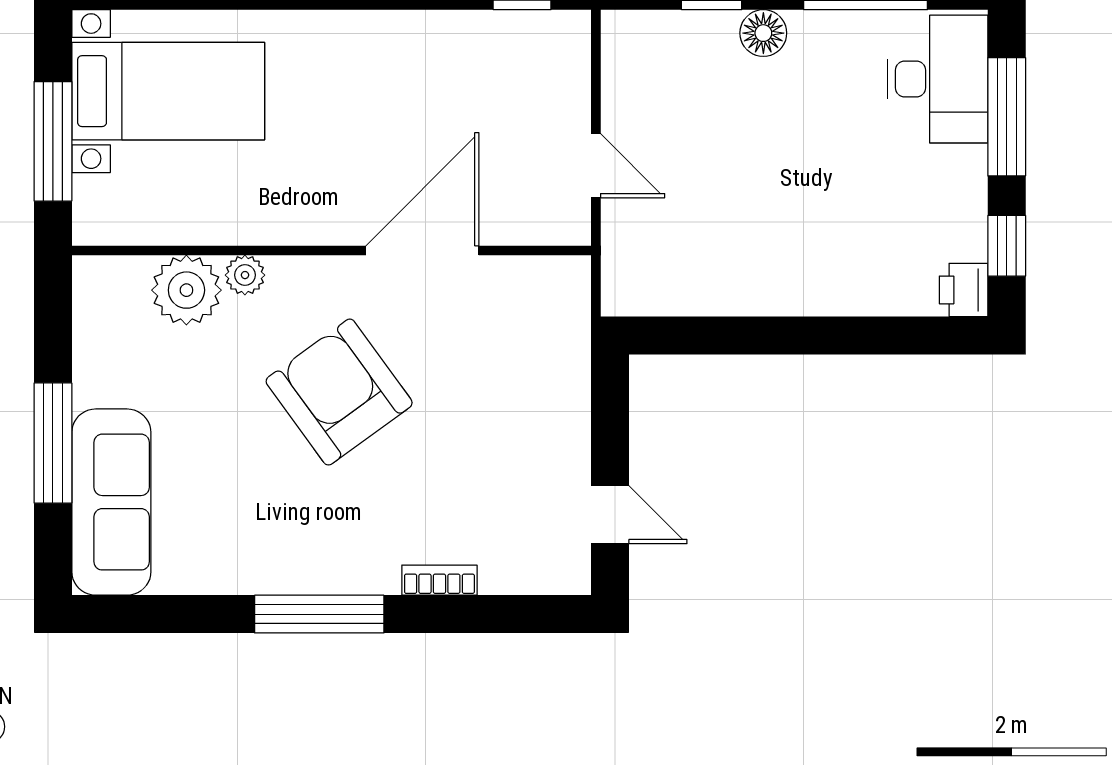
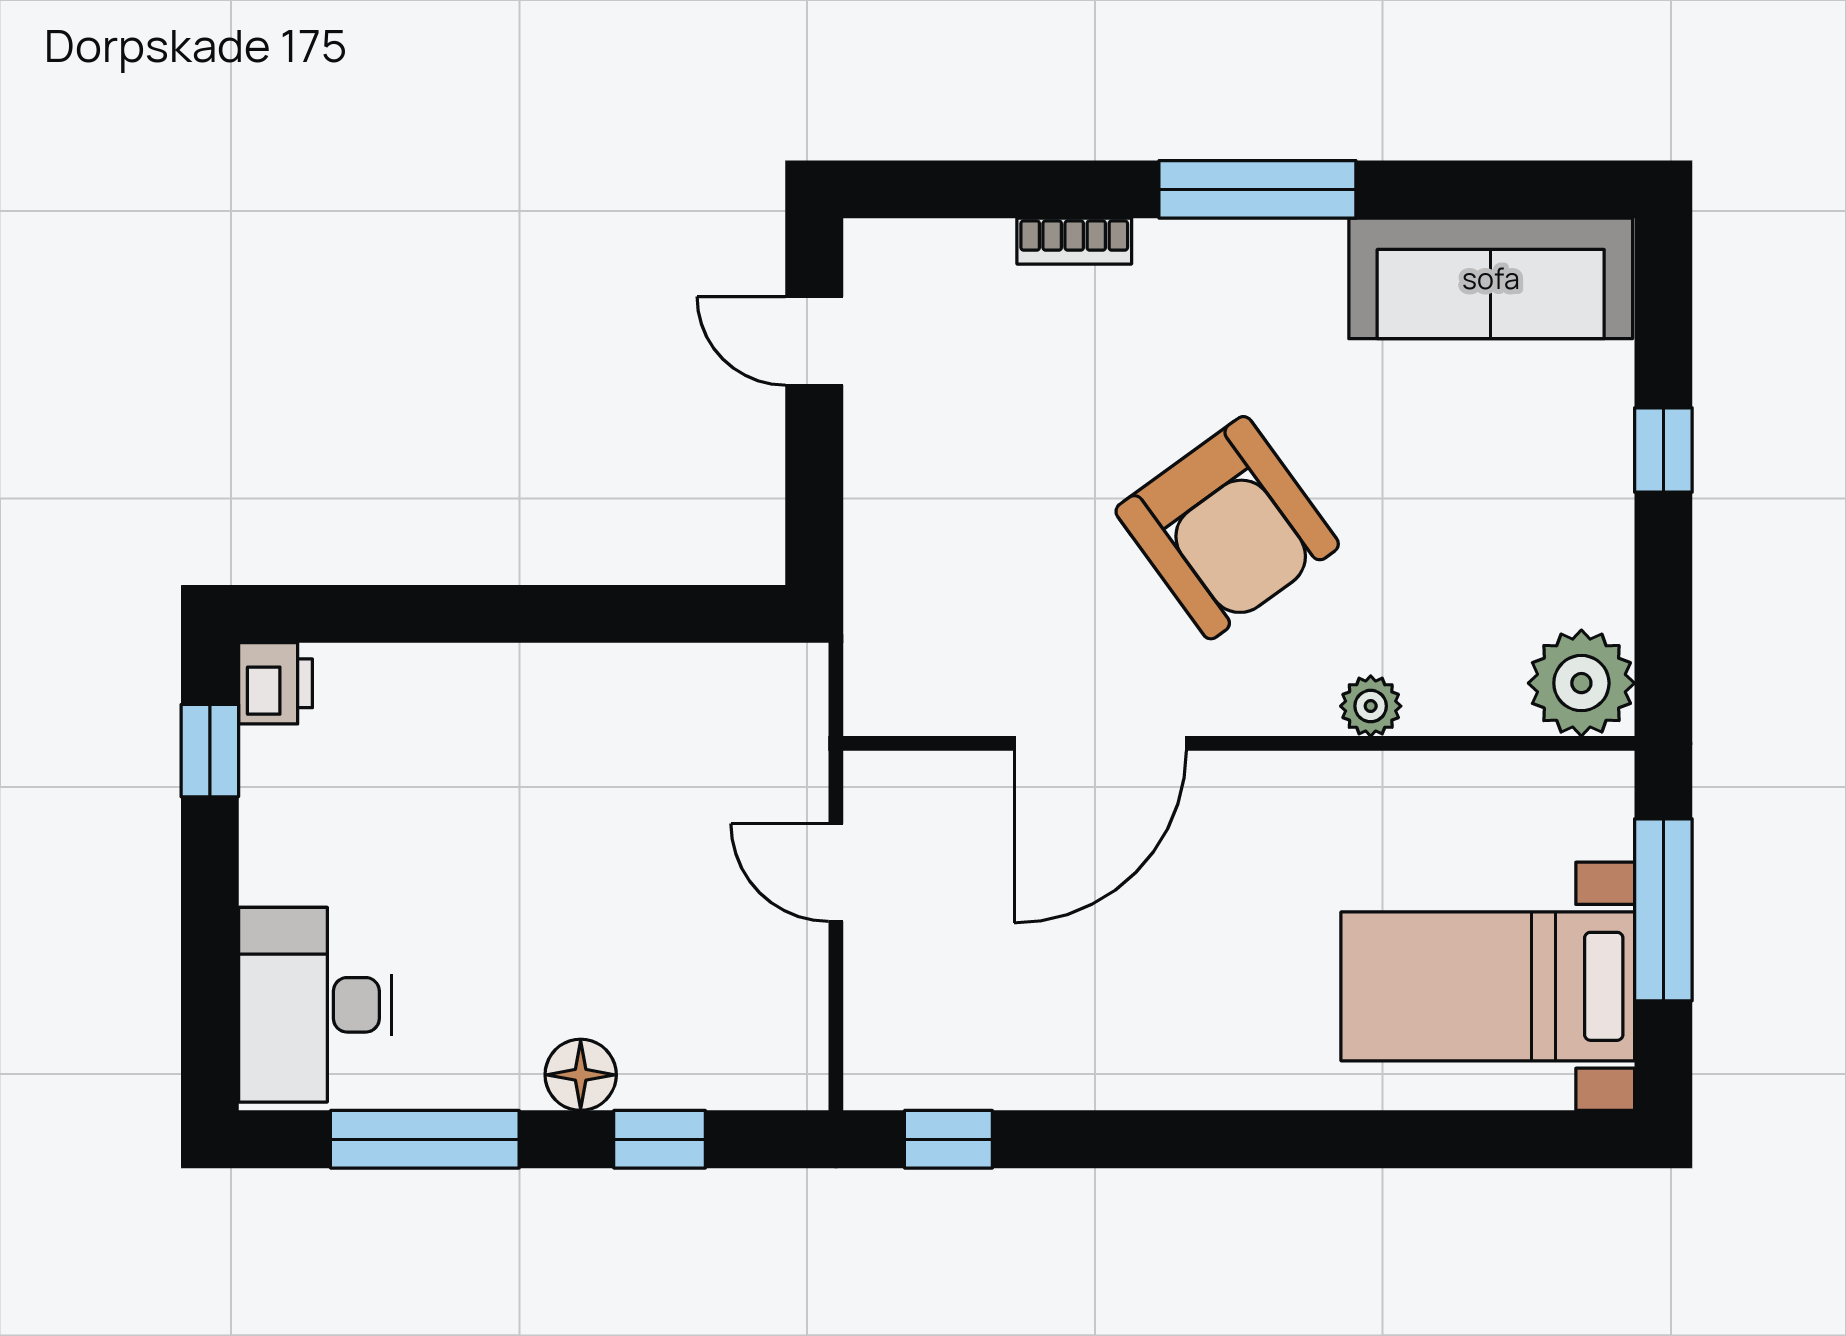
window: (1007, 117) -> (210, 947), removed
plant: (186, 290) -> (1581, 683), moved
window: (53, 443) -> (1663, 450), width x0.46
sofa: (111, 502) -> (1491, 278), moved, turned -90

